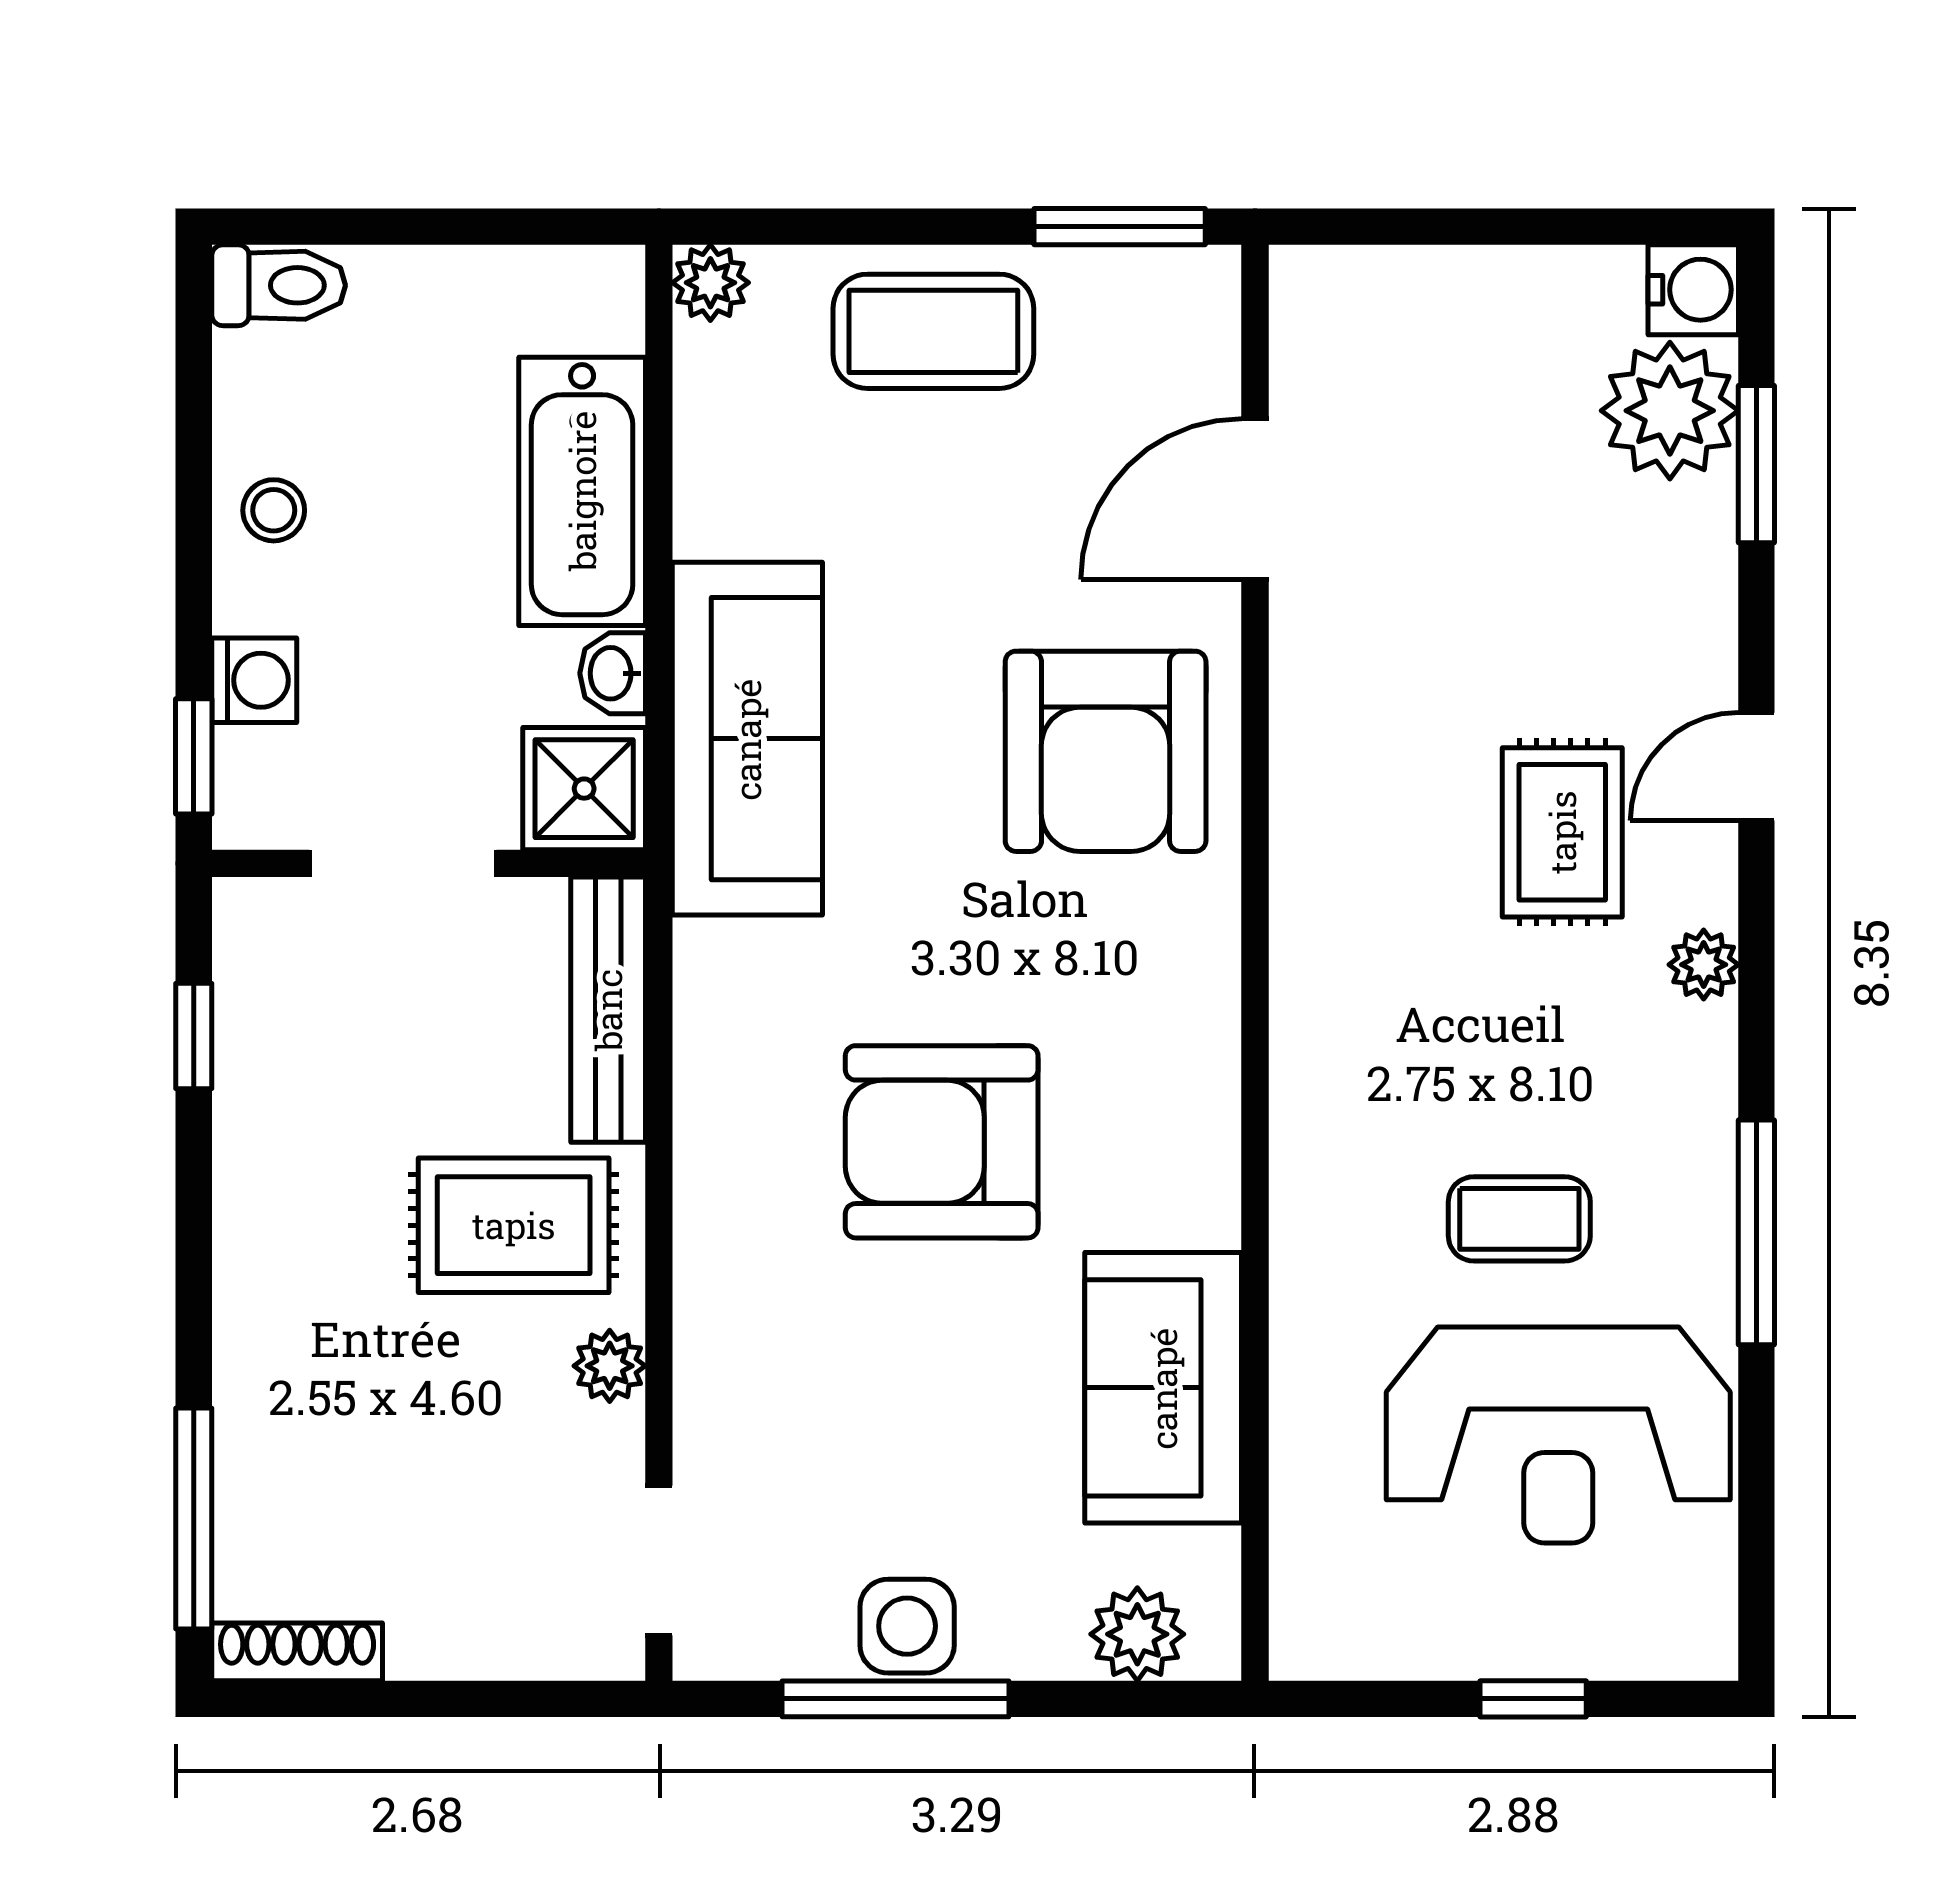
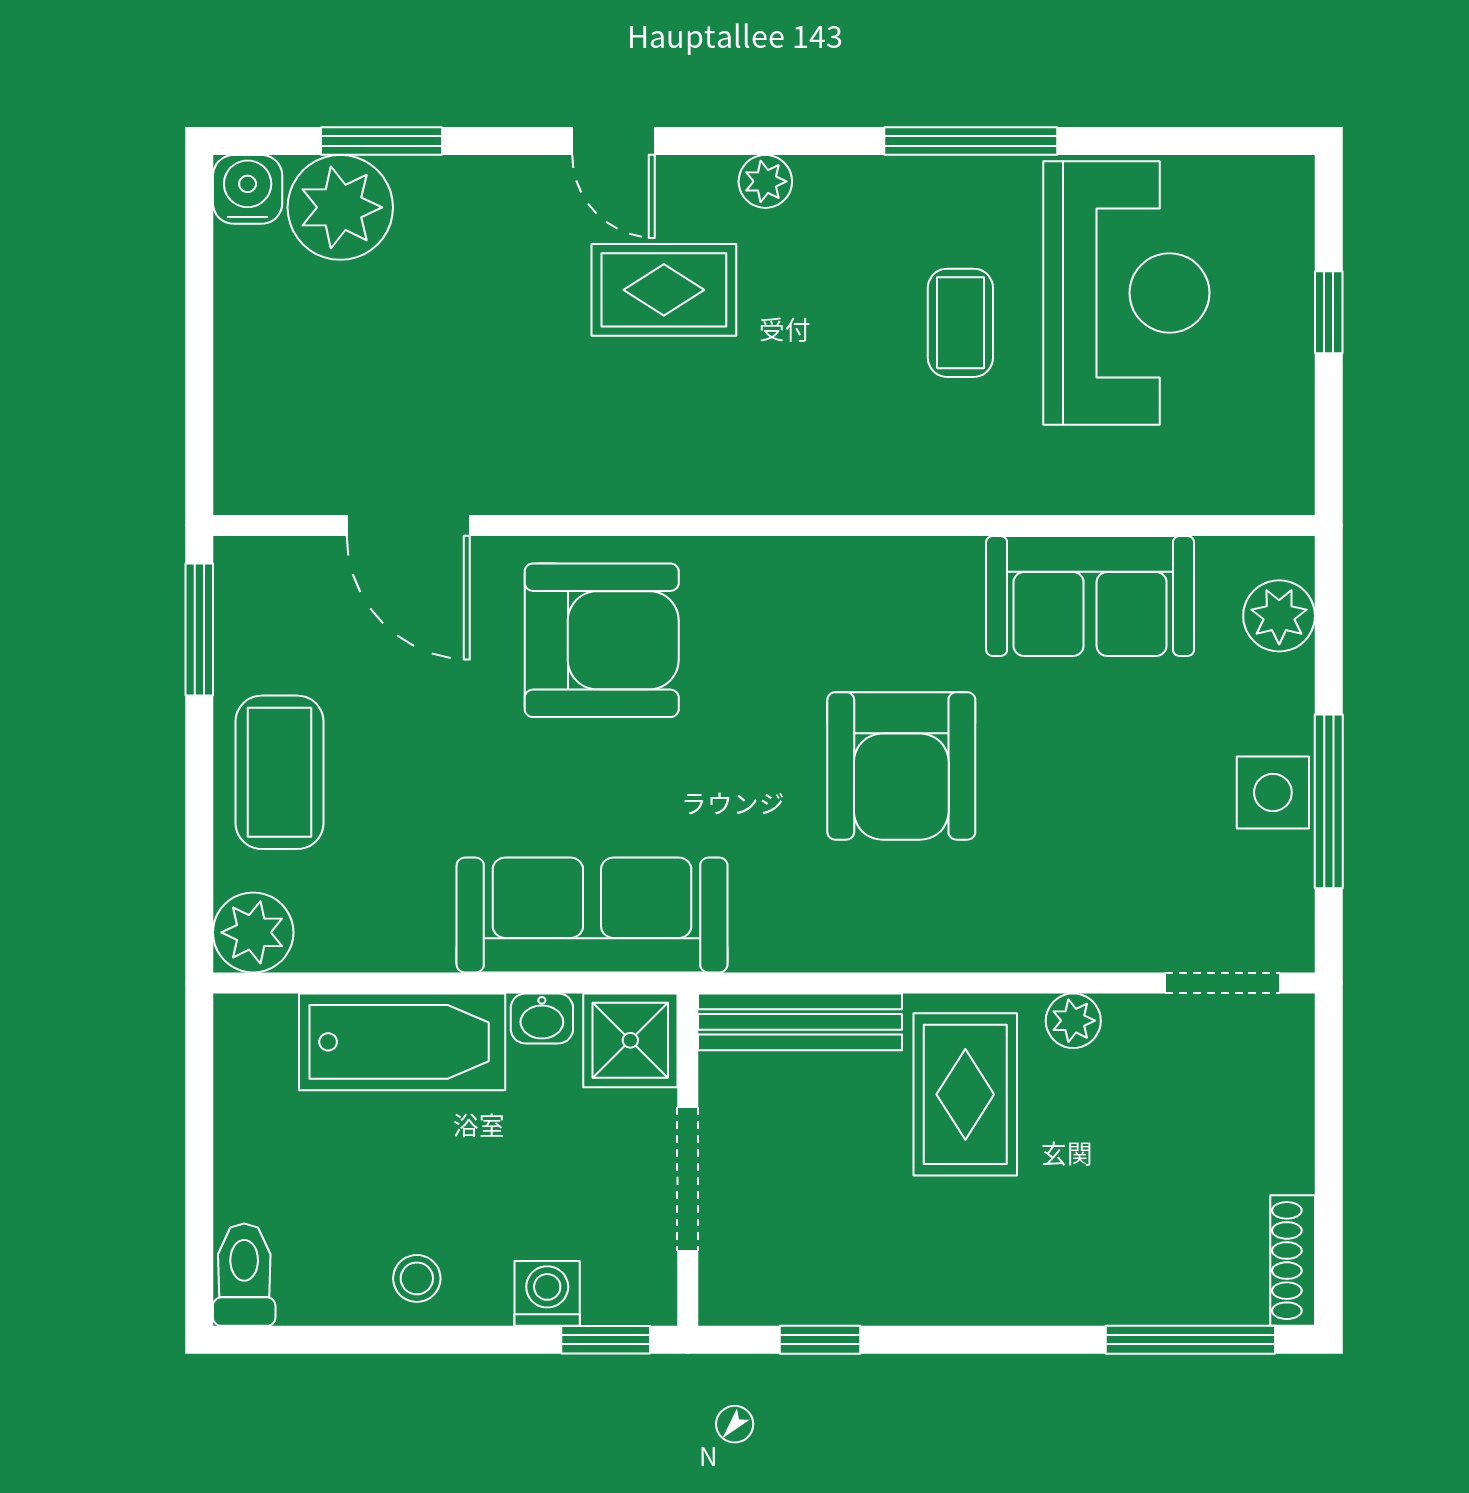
plant: (710, 283) -> (253, 932), width x1.38, depth x1.38

